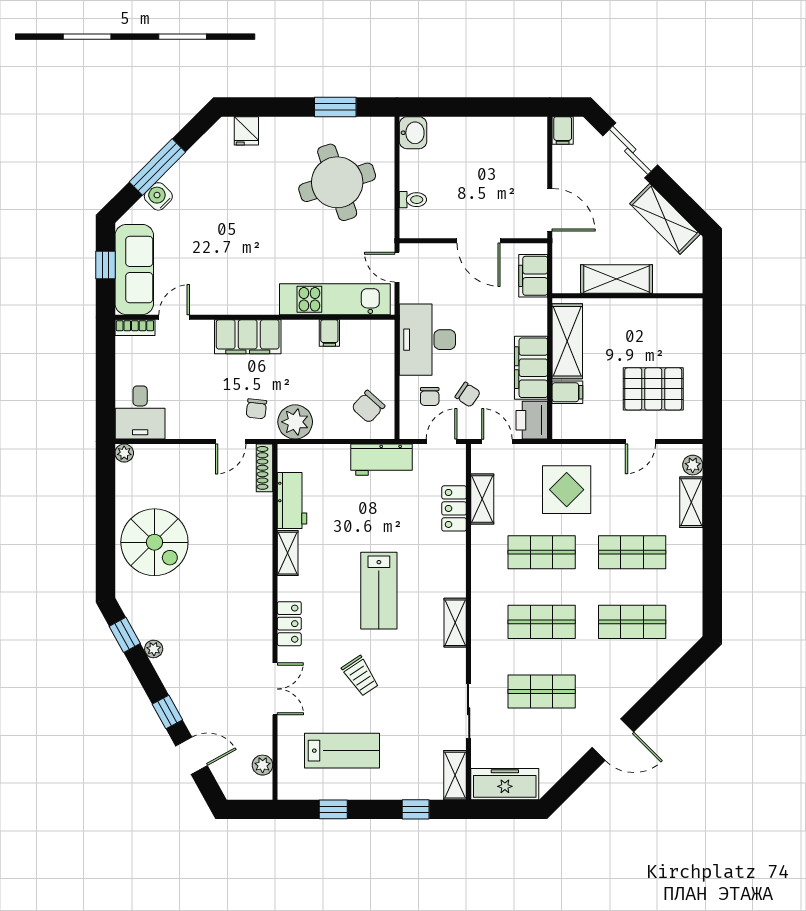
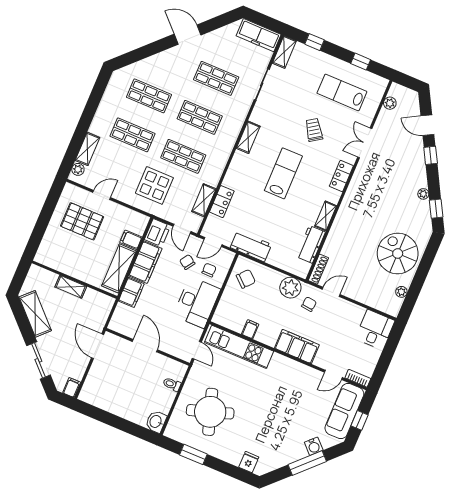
filing cabinet: (533, 276) -> (131, 292), moved
shelving: (617, 279) -> (71, 287), width x0.67, depth x0.75
plant: (124, 453) -> (401, 292), moved

